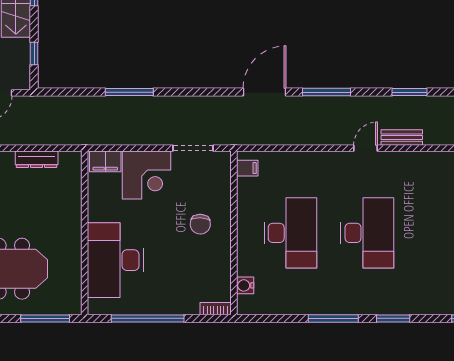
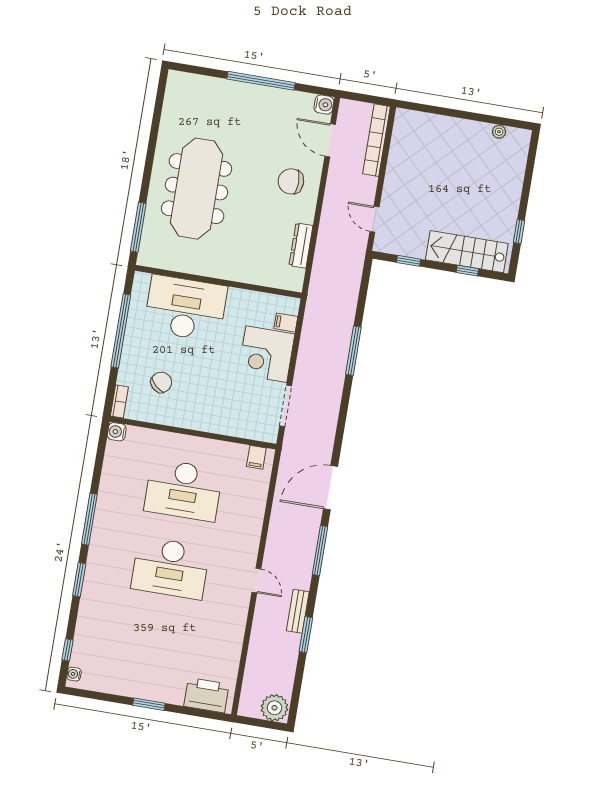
door: (264, 92) -> (330, 488), swing flipped
bench: (402, 138) -> (298, 611), moved
filing cabinet: (105, 161) -> (286, 323), width x0.50
chair: (200, 224) -> (161, 382), moved, turned 129
water cooler: (245, 285) -> (117, 432), moved, turned -90

